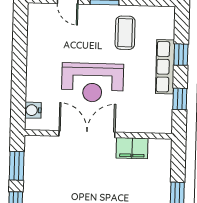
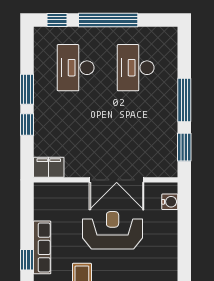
window: (180, 99) -> (27, 217), removed
filing cabinet: (132, 148) -> (49, 167), moved

